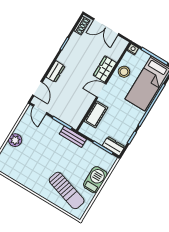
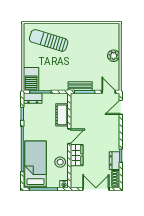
dresser: (56, 72) -> (114, 161), moved
door: (37, 89) -> (121, 107), hinge flipped
bench: (73, 137) -> (80, 86), moved
barbecue: (95, 180) -> (31, 79), moved

